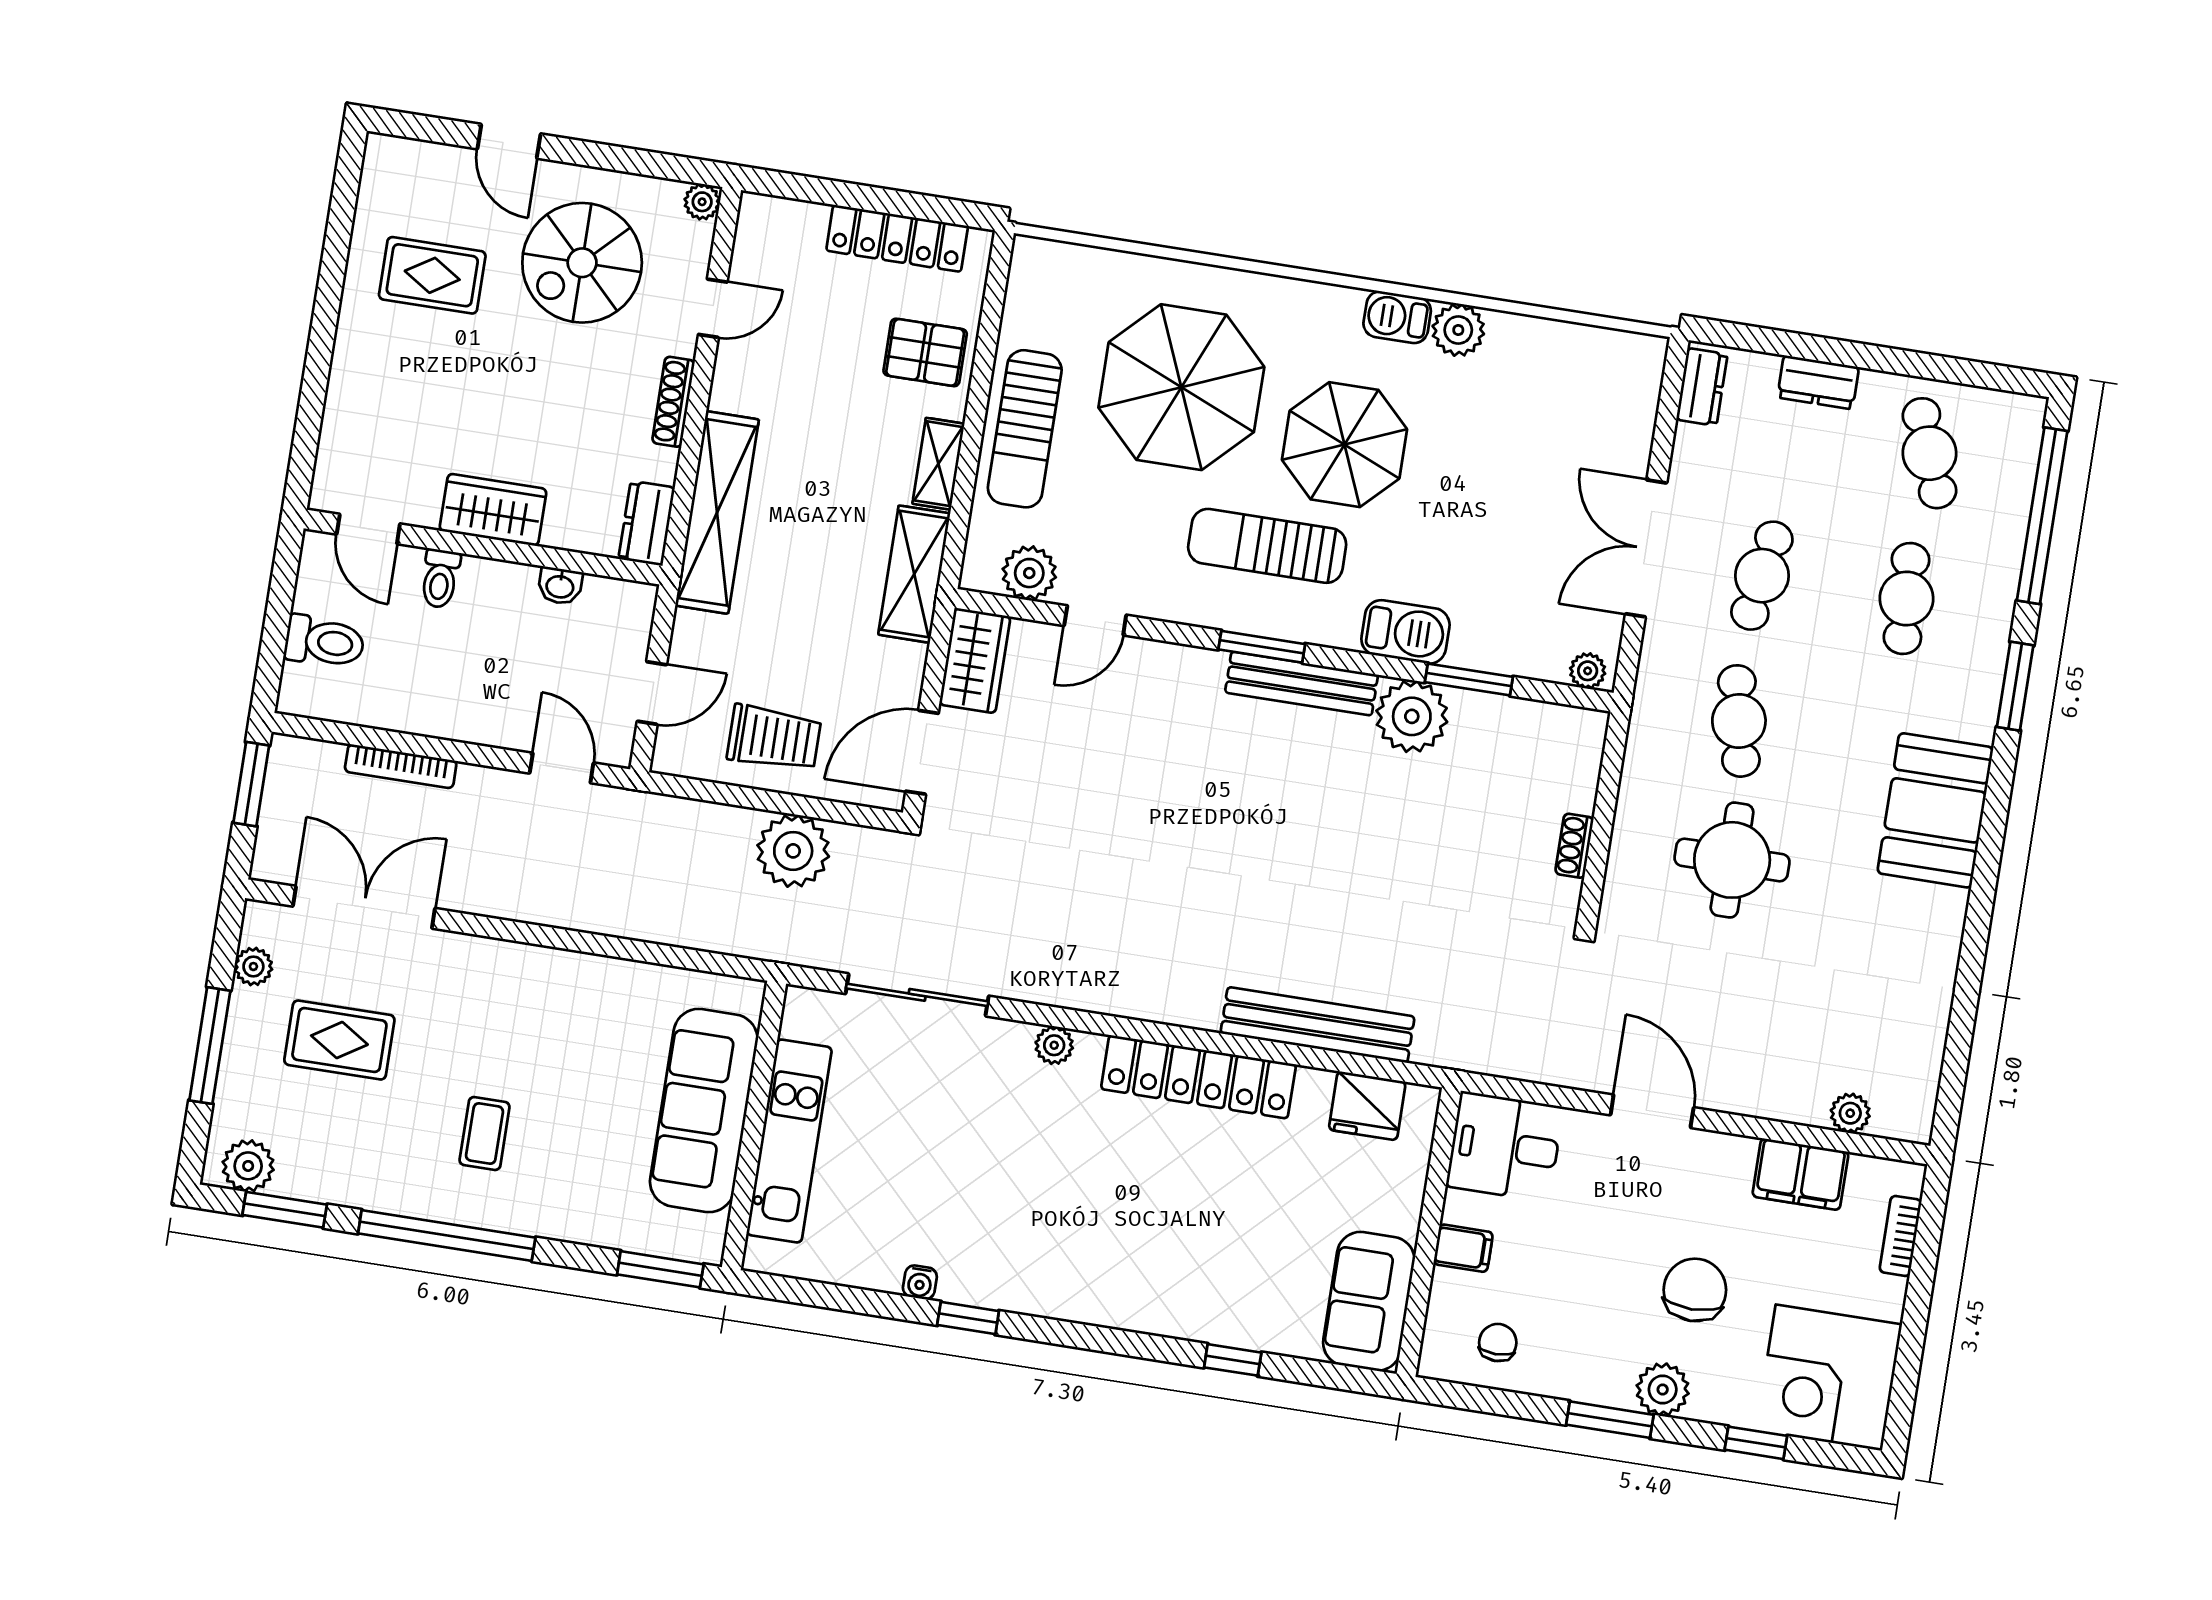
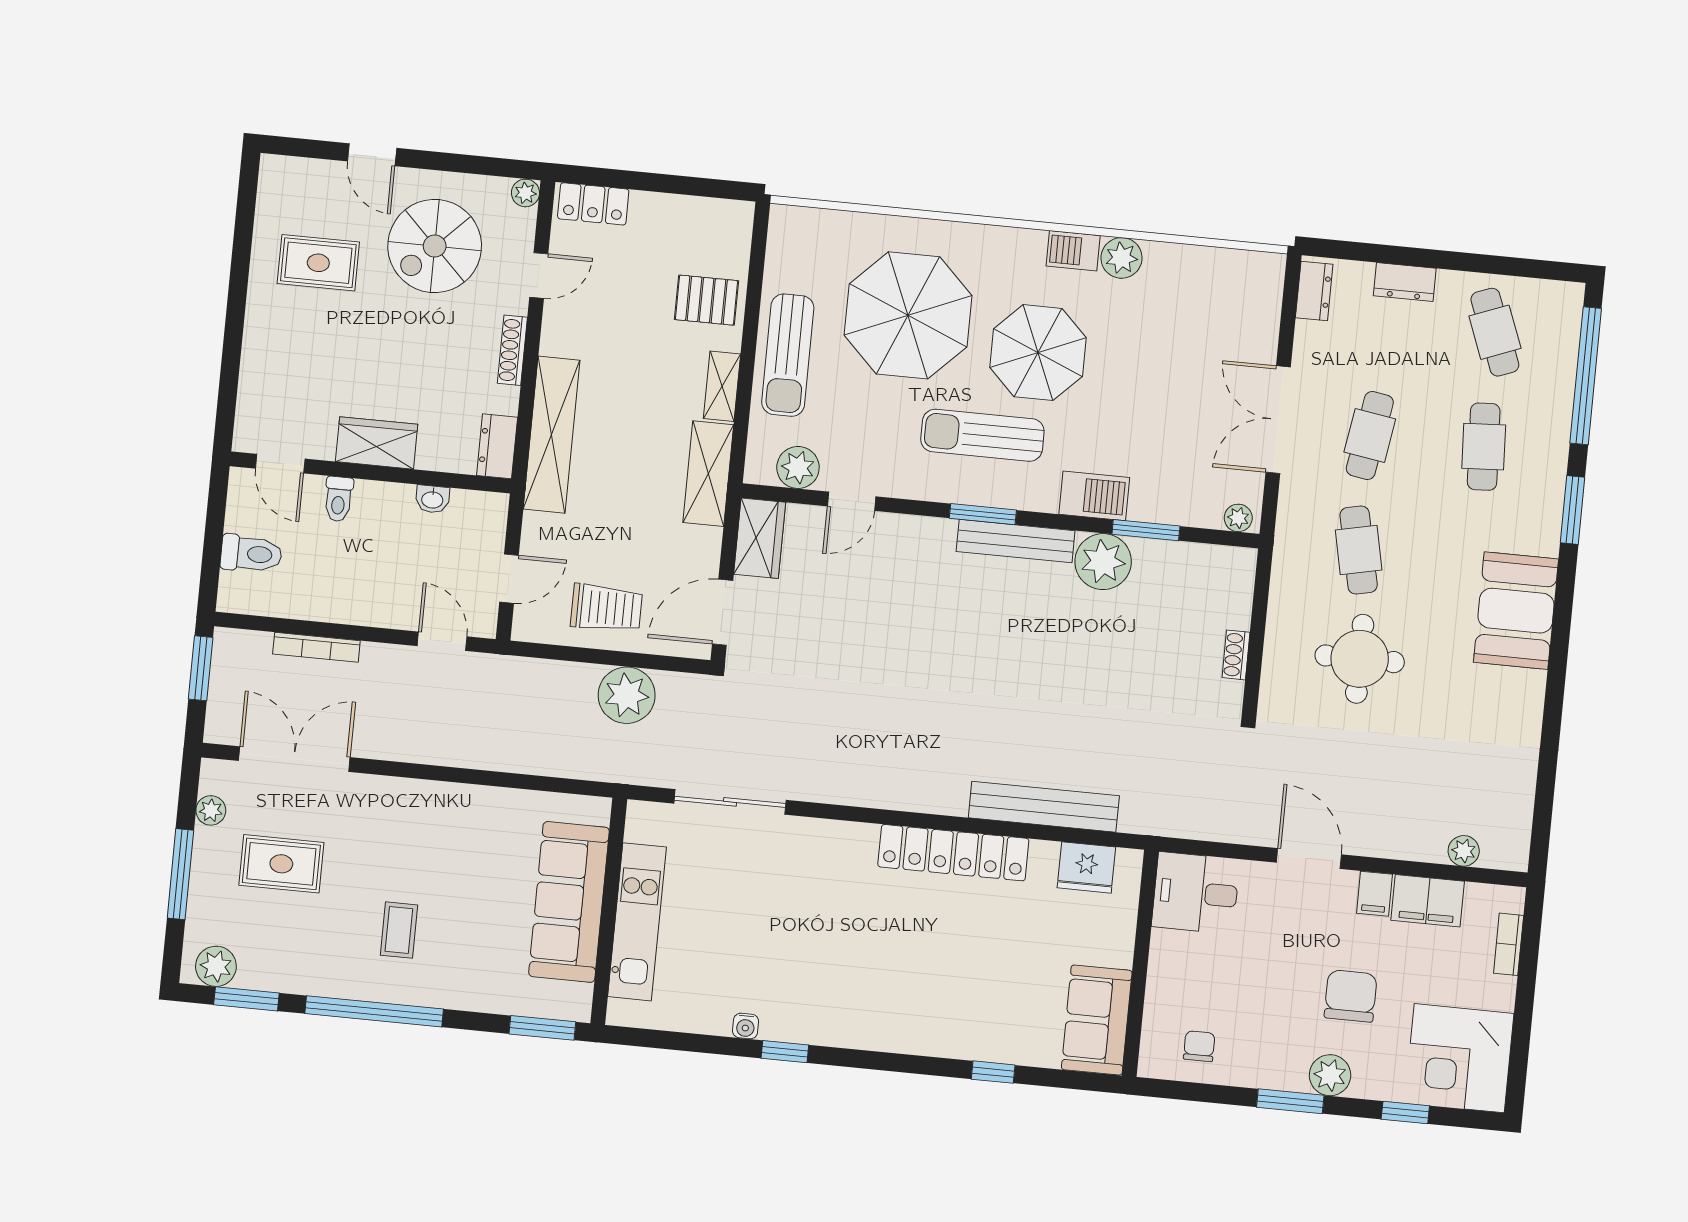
locker: (897, 238) -> (593, 204), moved, width x0.66
plant: (1054, 1045) -> (839, 835), removed
filing cabinet: (1463, 1248) -> (1375, 894), moved, turned 90

